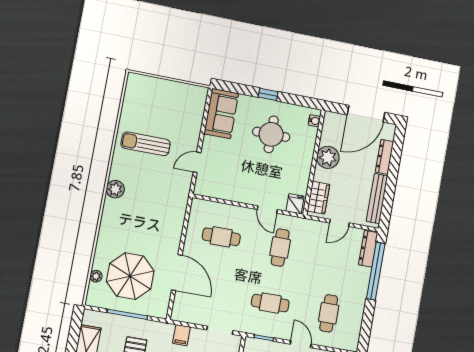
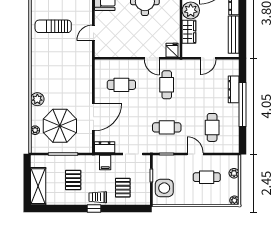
plant: (115, 189) -> (37, 99), moved
wardrobe: (318, 198) -> (189, 32), moved
dresser: (368, 249) -> (234, 89), moved
window: (376, 271) -> (242, 104), moved
door: (177, 273) -> (93, 117), hinge flipped
dresser: (184, 315) -> (105, 147), added

